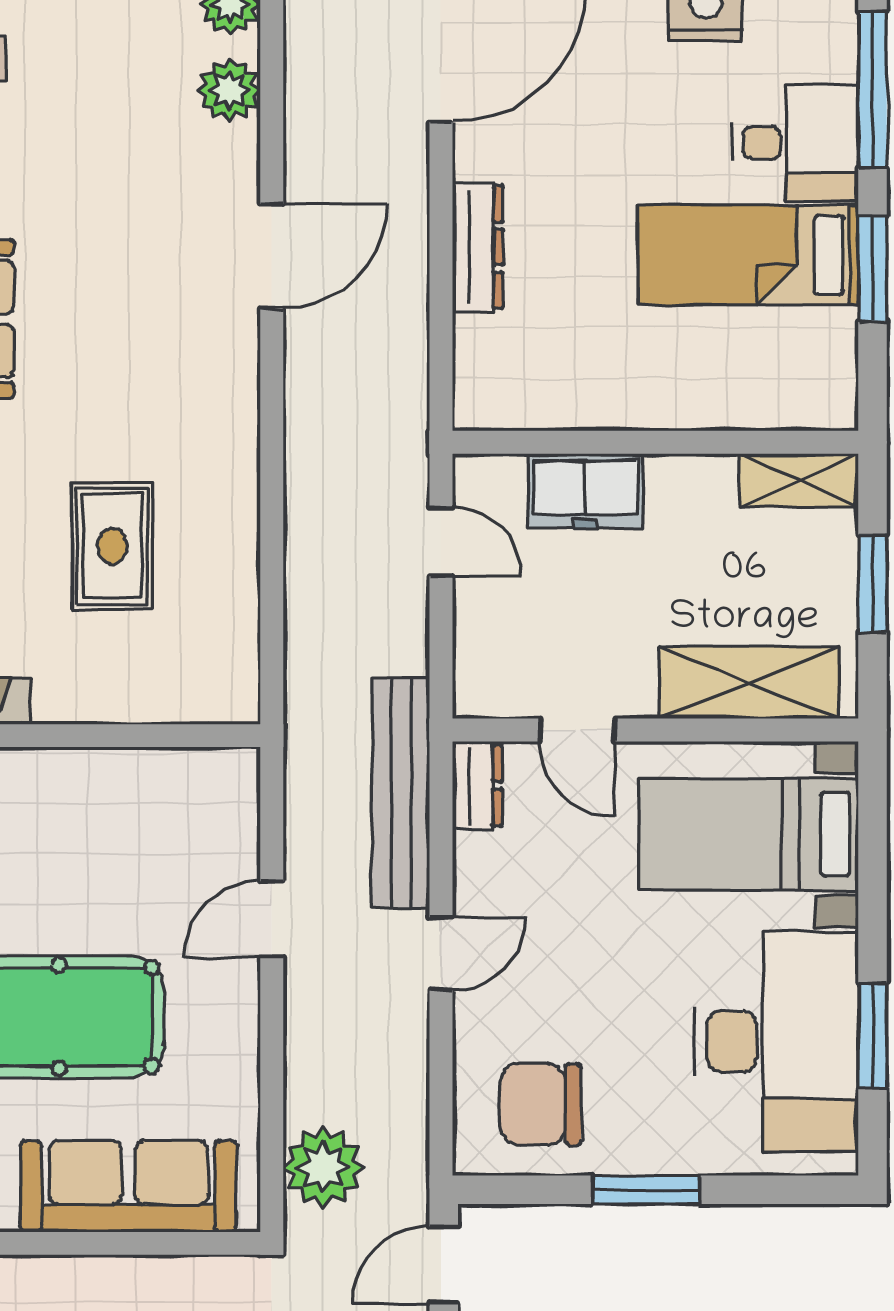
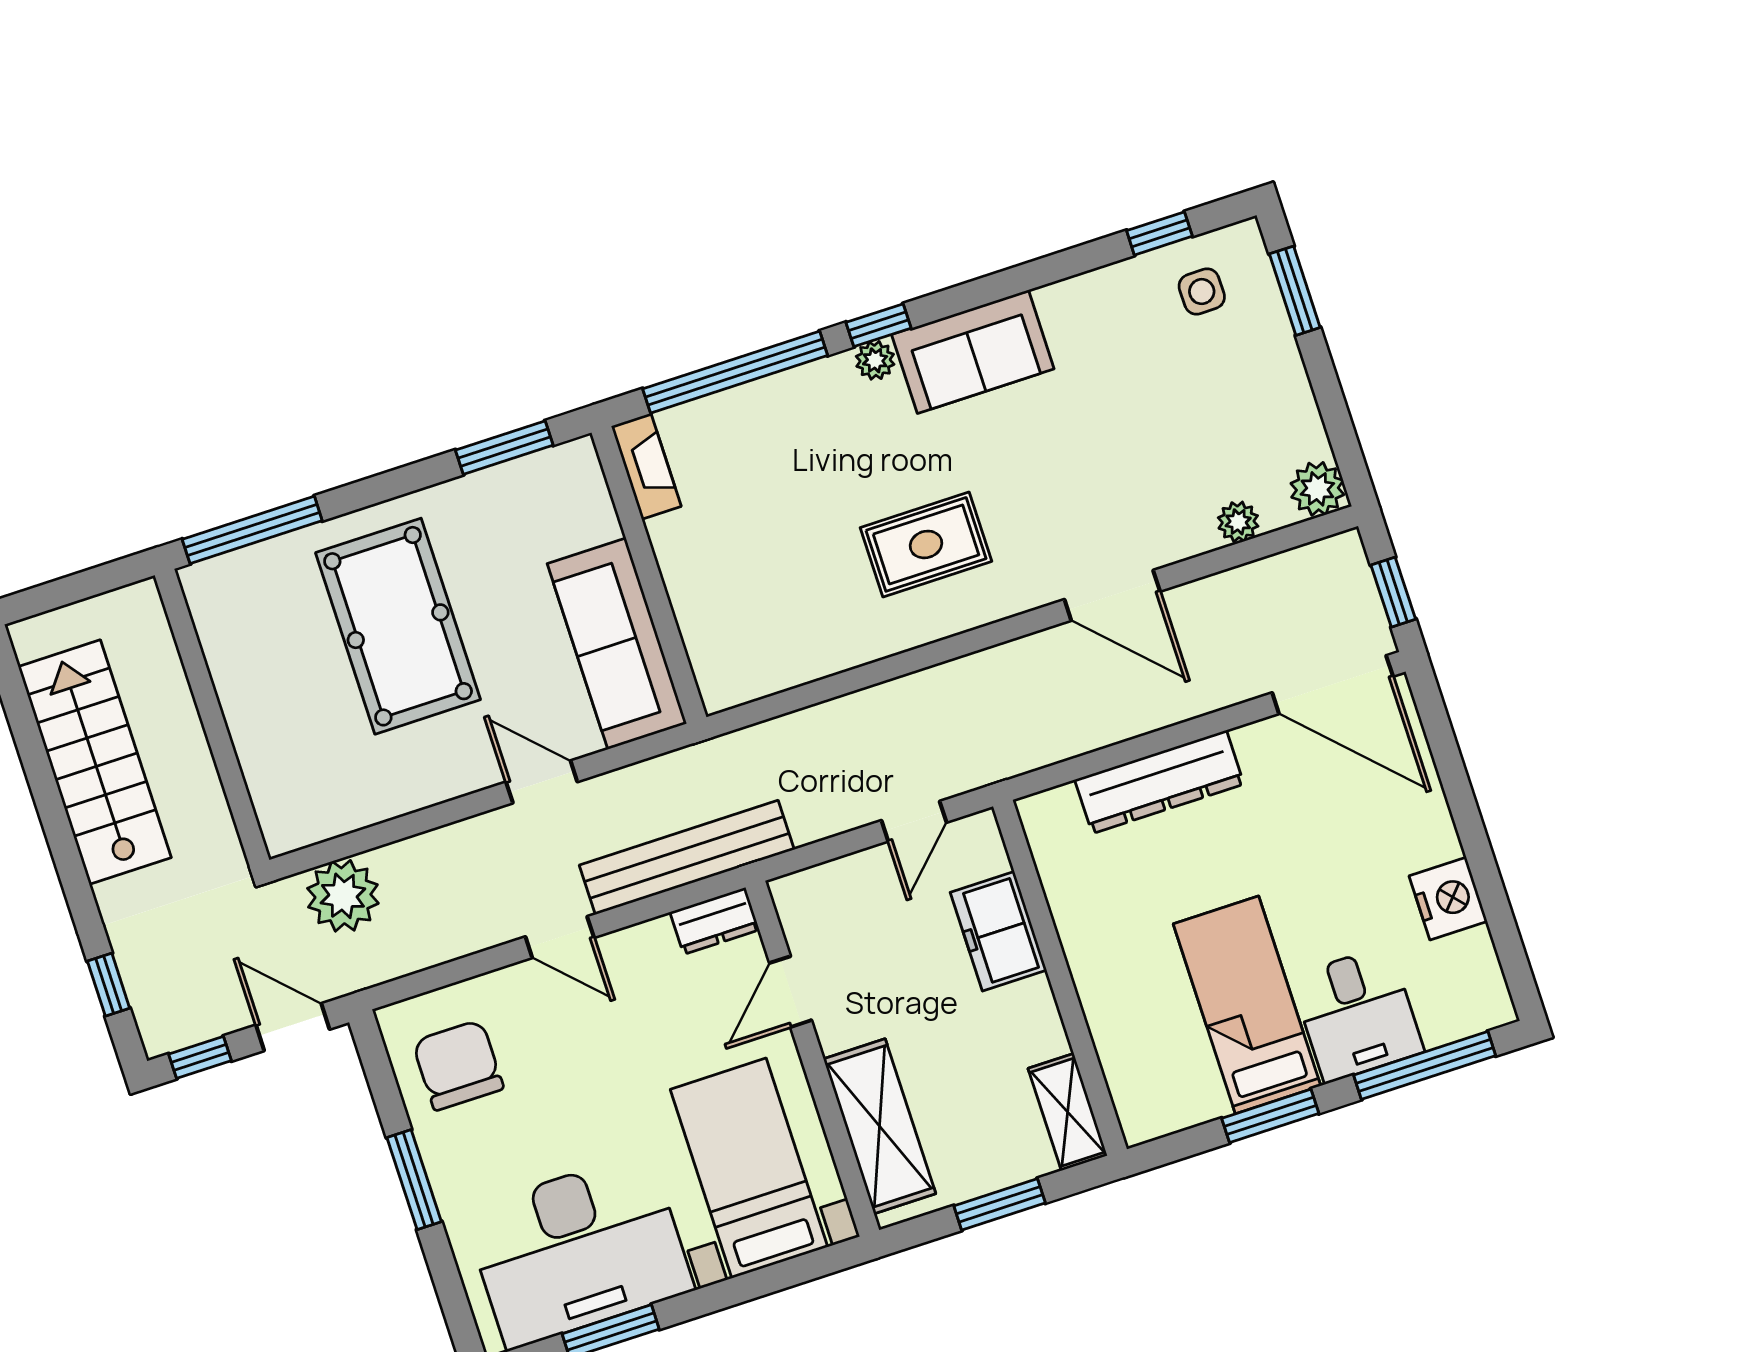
plant: (229, 90) -> (1238, 522), width x0.73, depth x0.73
dresser: (478, 247) -> (1159, 782), width x1.37, depth x1.24
rug: (112, 546) -> (926, 544), moved
sofa: (128, 1186) -> (617, 644), moved, turned 180

